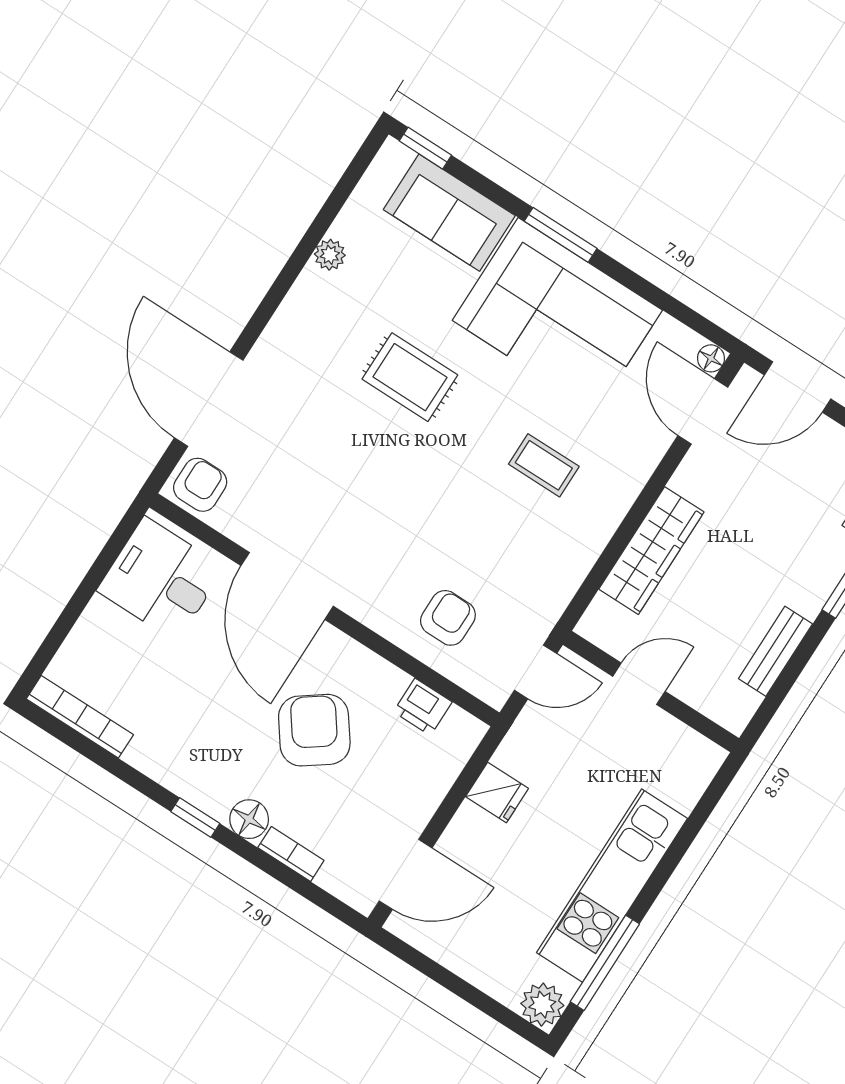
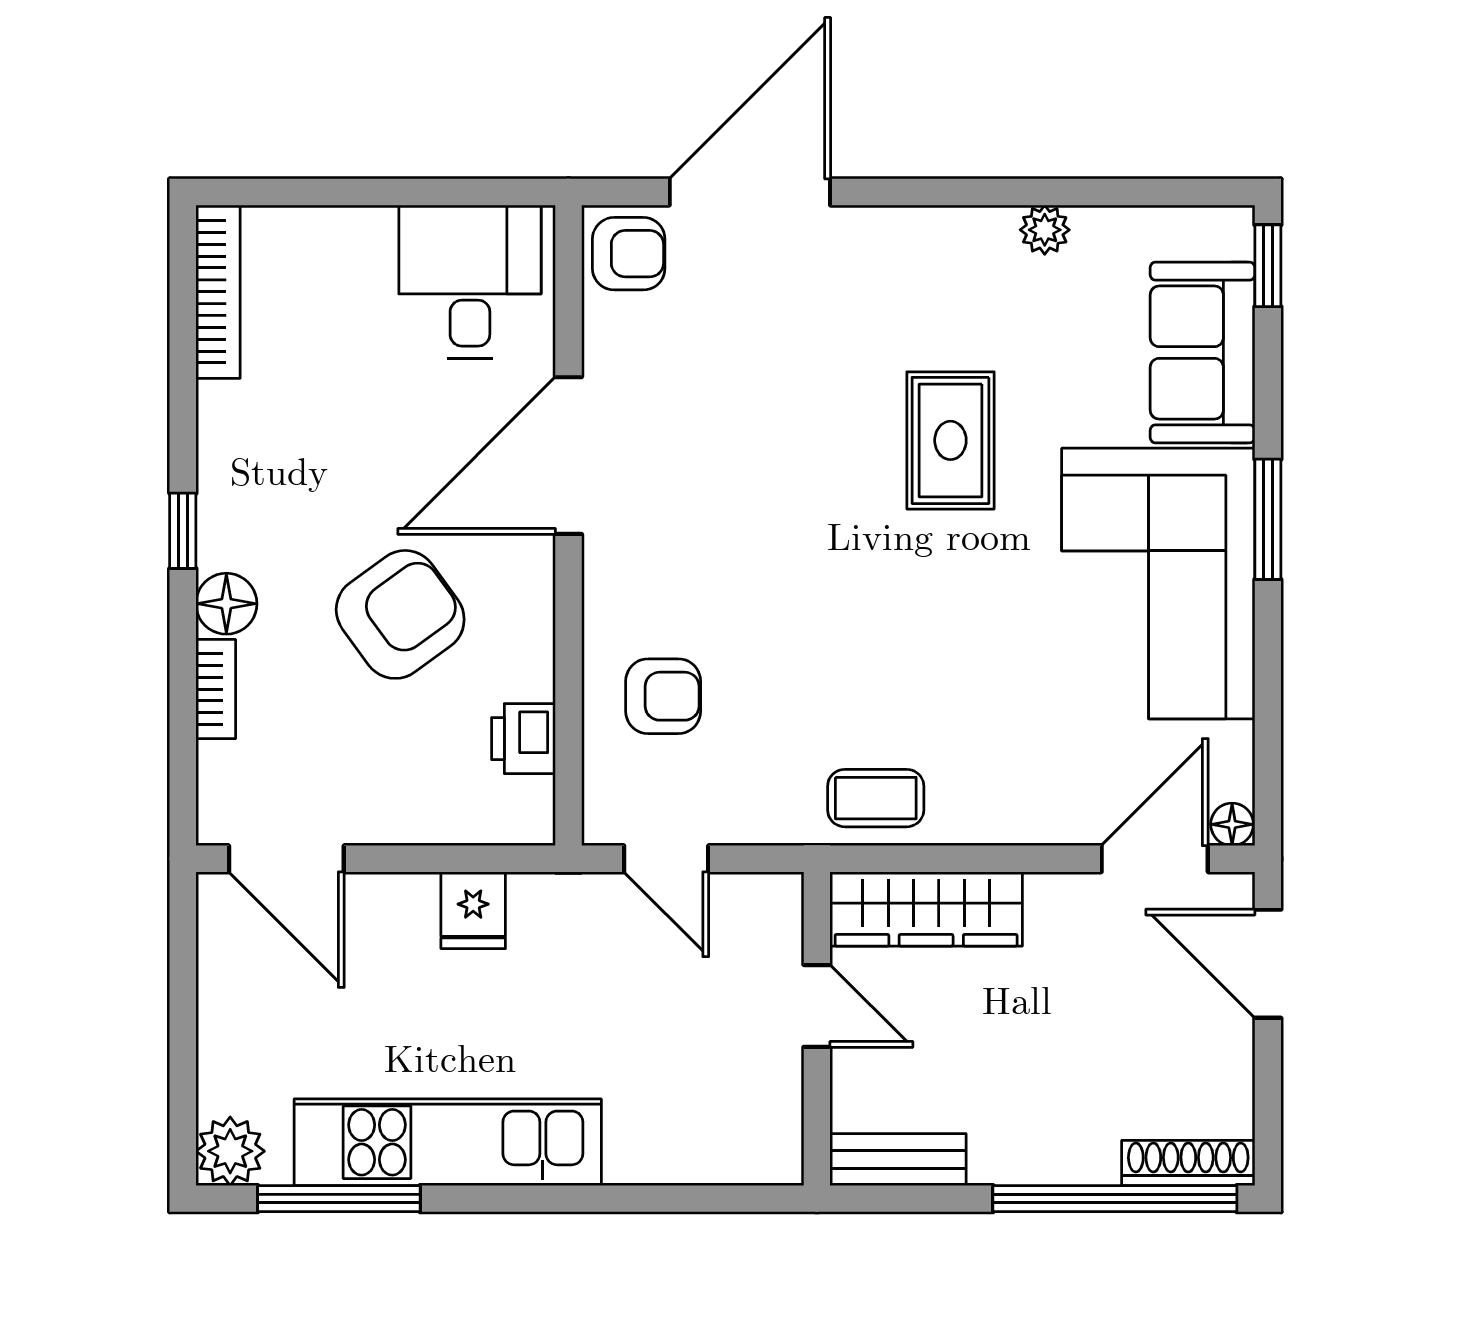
coffee table: (544, 465) -> (876, 798), moved, turned 90
door: (639, 684) -> (817, 1006), moved
wall: (651, 692) -> (817, 1029), moved

